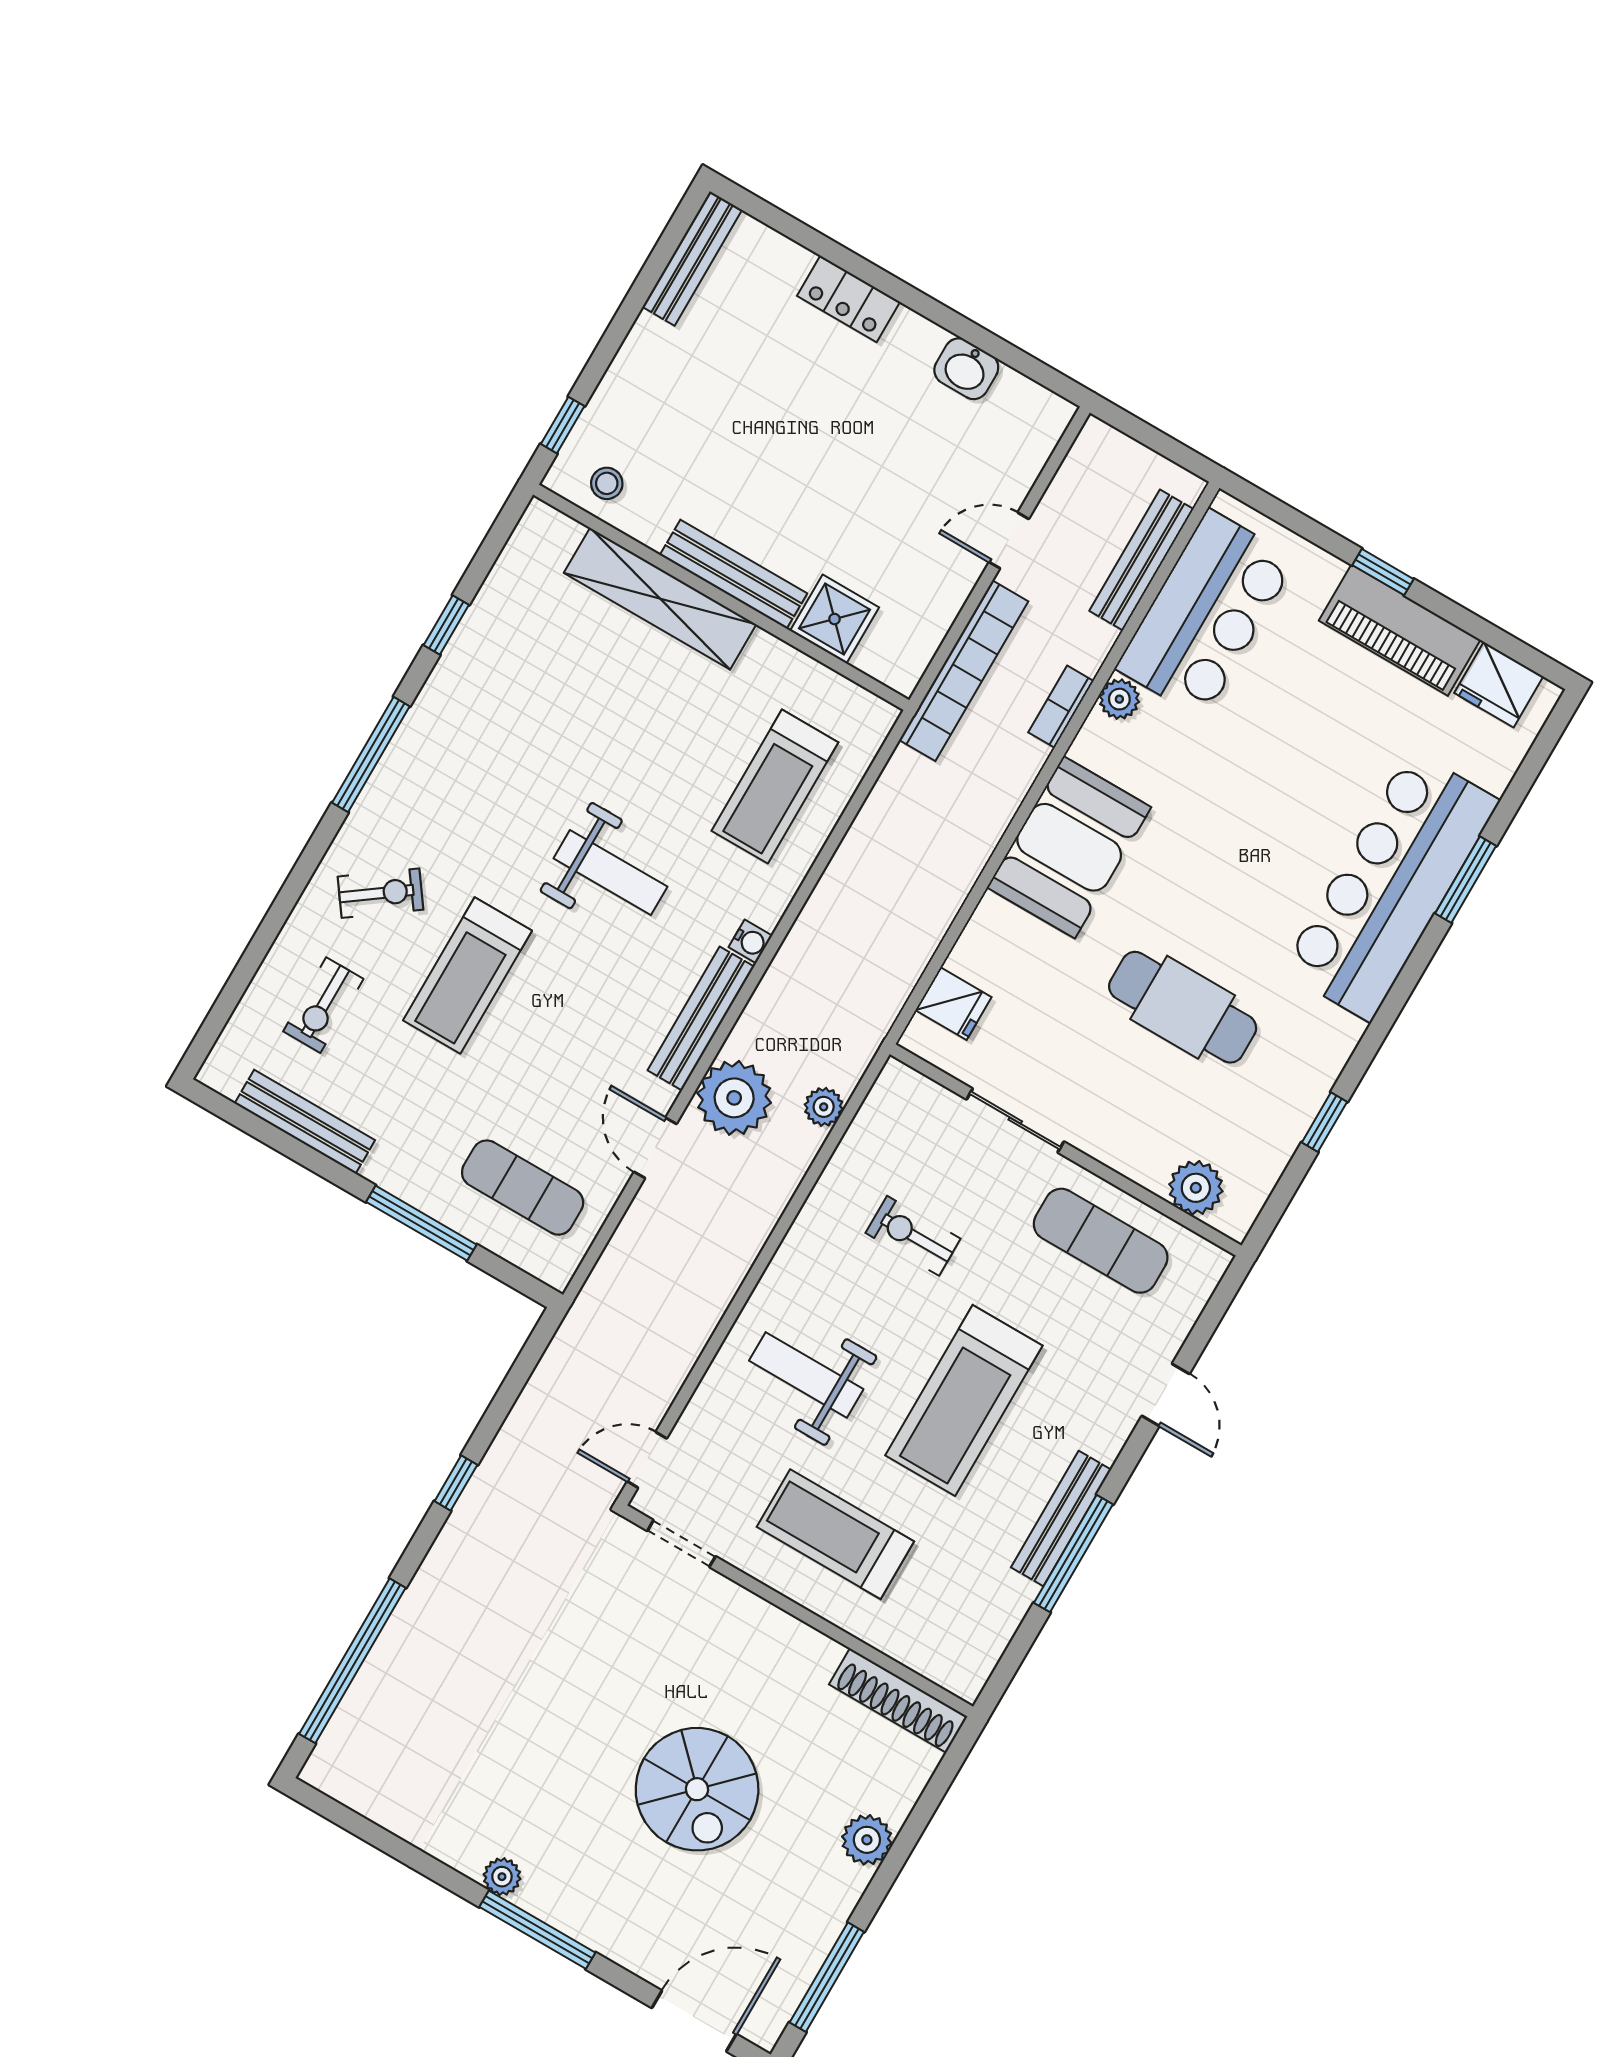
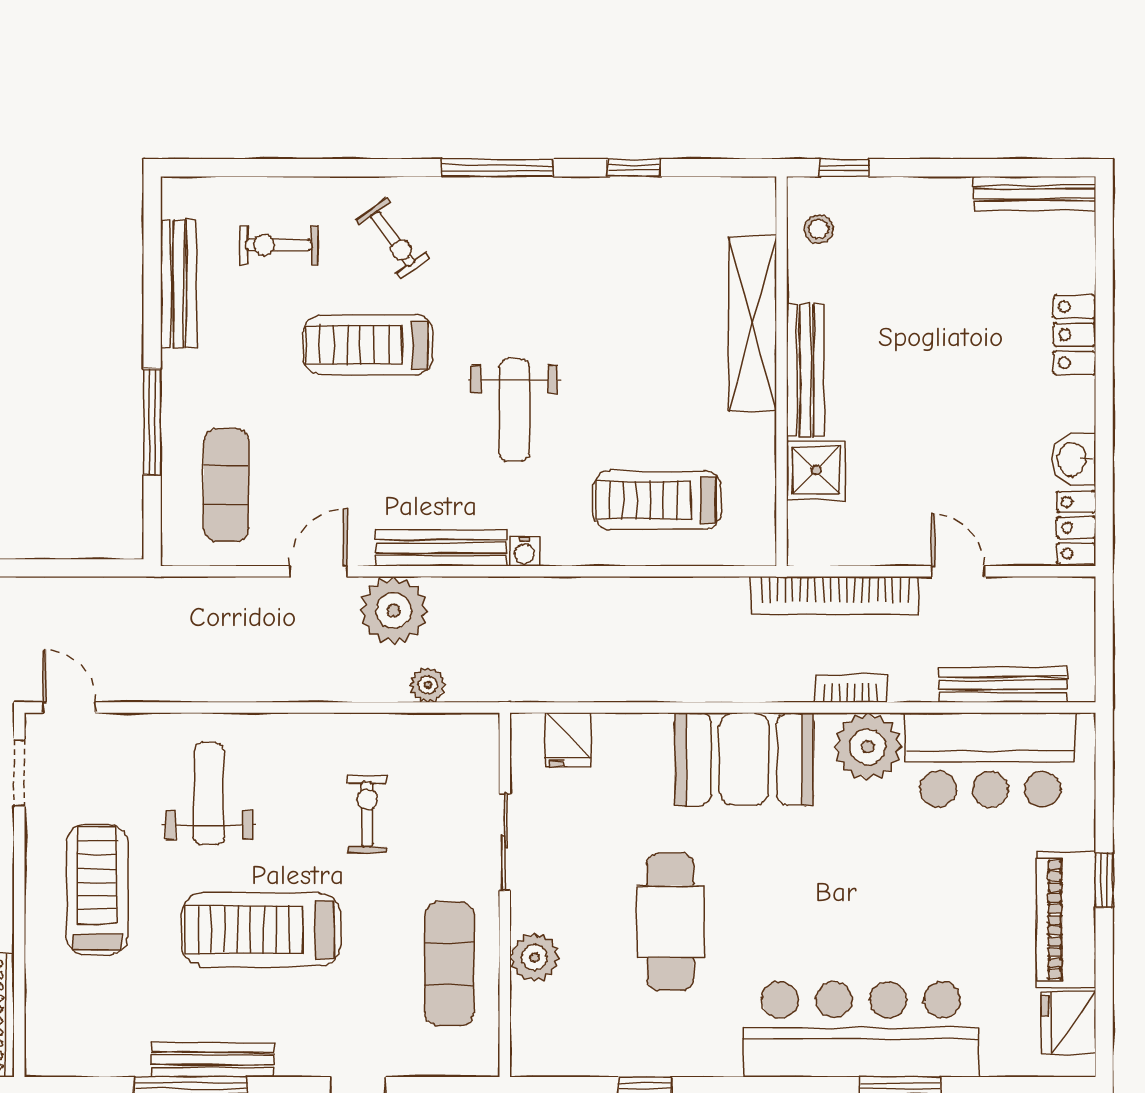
locker: (1033, 404) -> (1076, 528), added
plant: (1119, 699) -> (868, 747), width x1.87, depth x1.87
plant: (1196, 1188) -> (534, 957), moved

